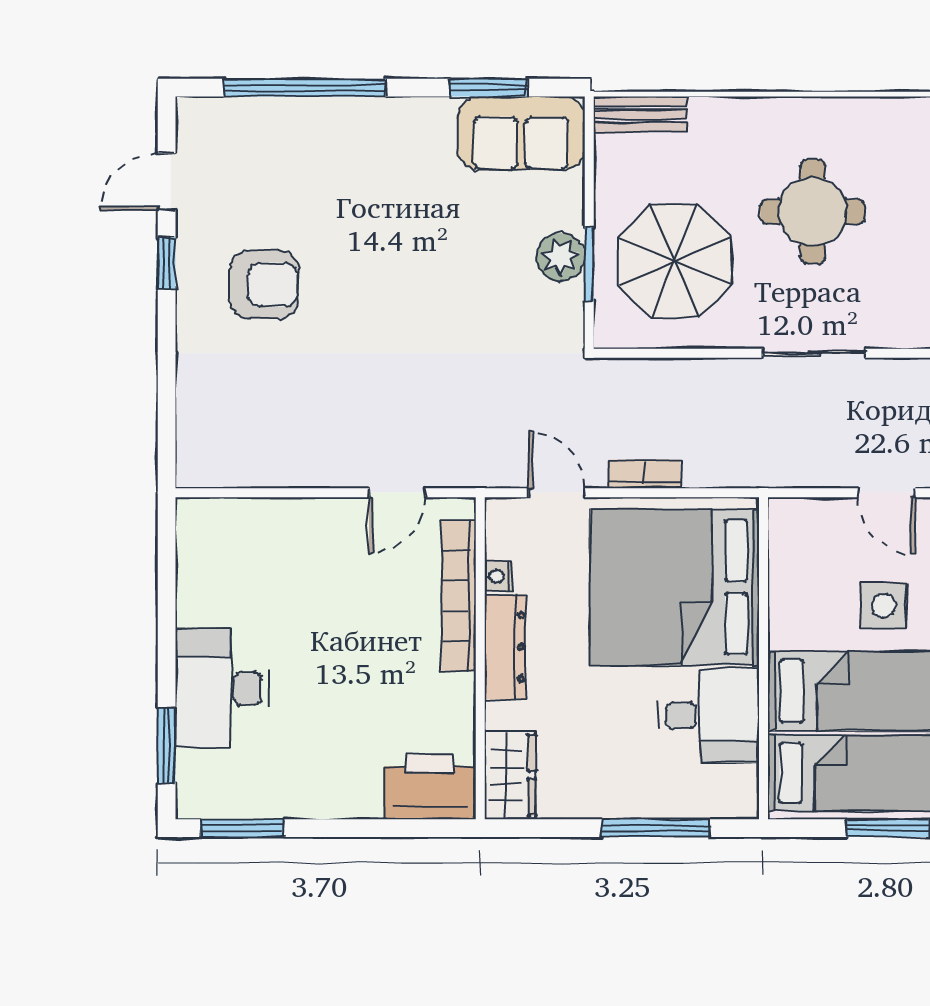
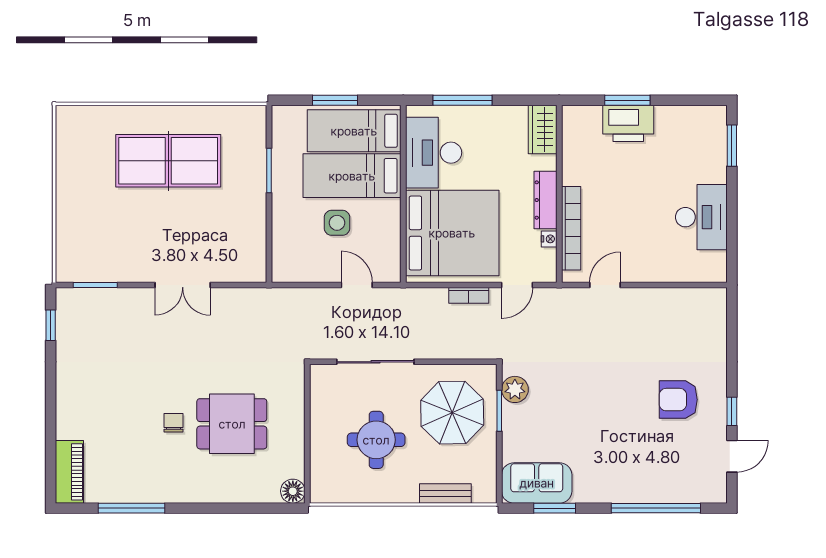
bench: (640, 114) -> (445, 493), moved
plant: (561, 257) -> (515, 389), moved
sliding door: (814, 353) -> (375, 362), width x1.37
door: (557, 493) -> (517, 285), hinge flipped
door: (886, 493) -> (357, 285), moved
desk: (222, 688) -> (701, 217), moved
desk: (708, 716) -> (434, 153), width x1.37
printer: (430, 786) -> (628, 123), moved
window: (242, 828) -> (627, 100), moved

